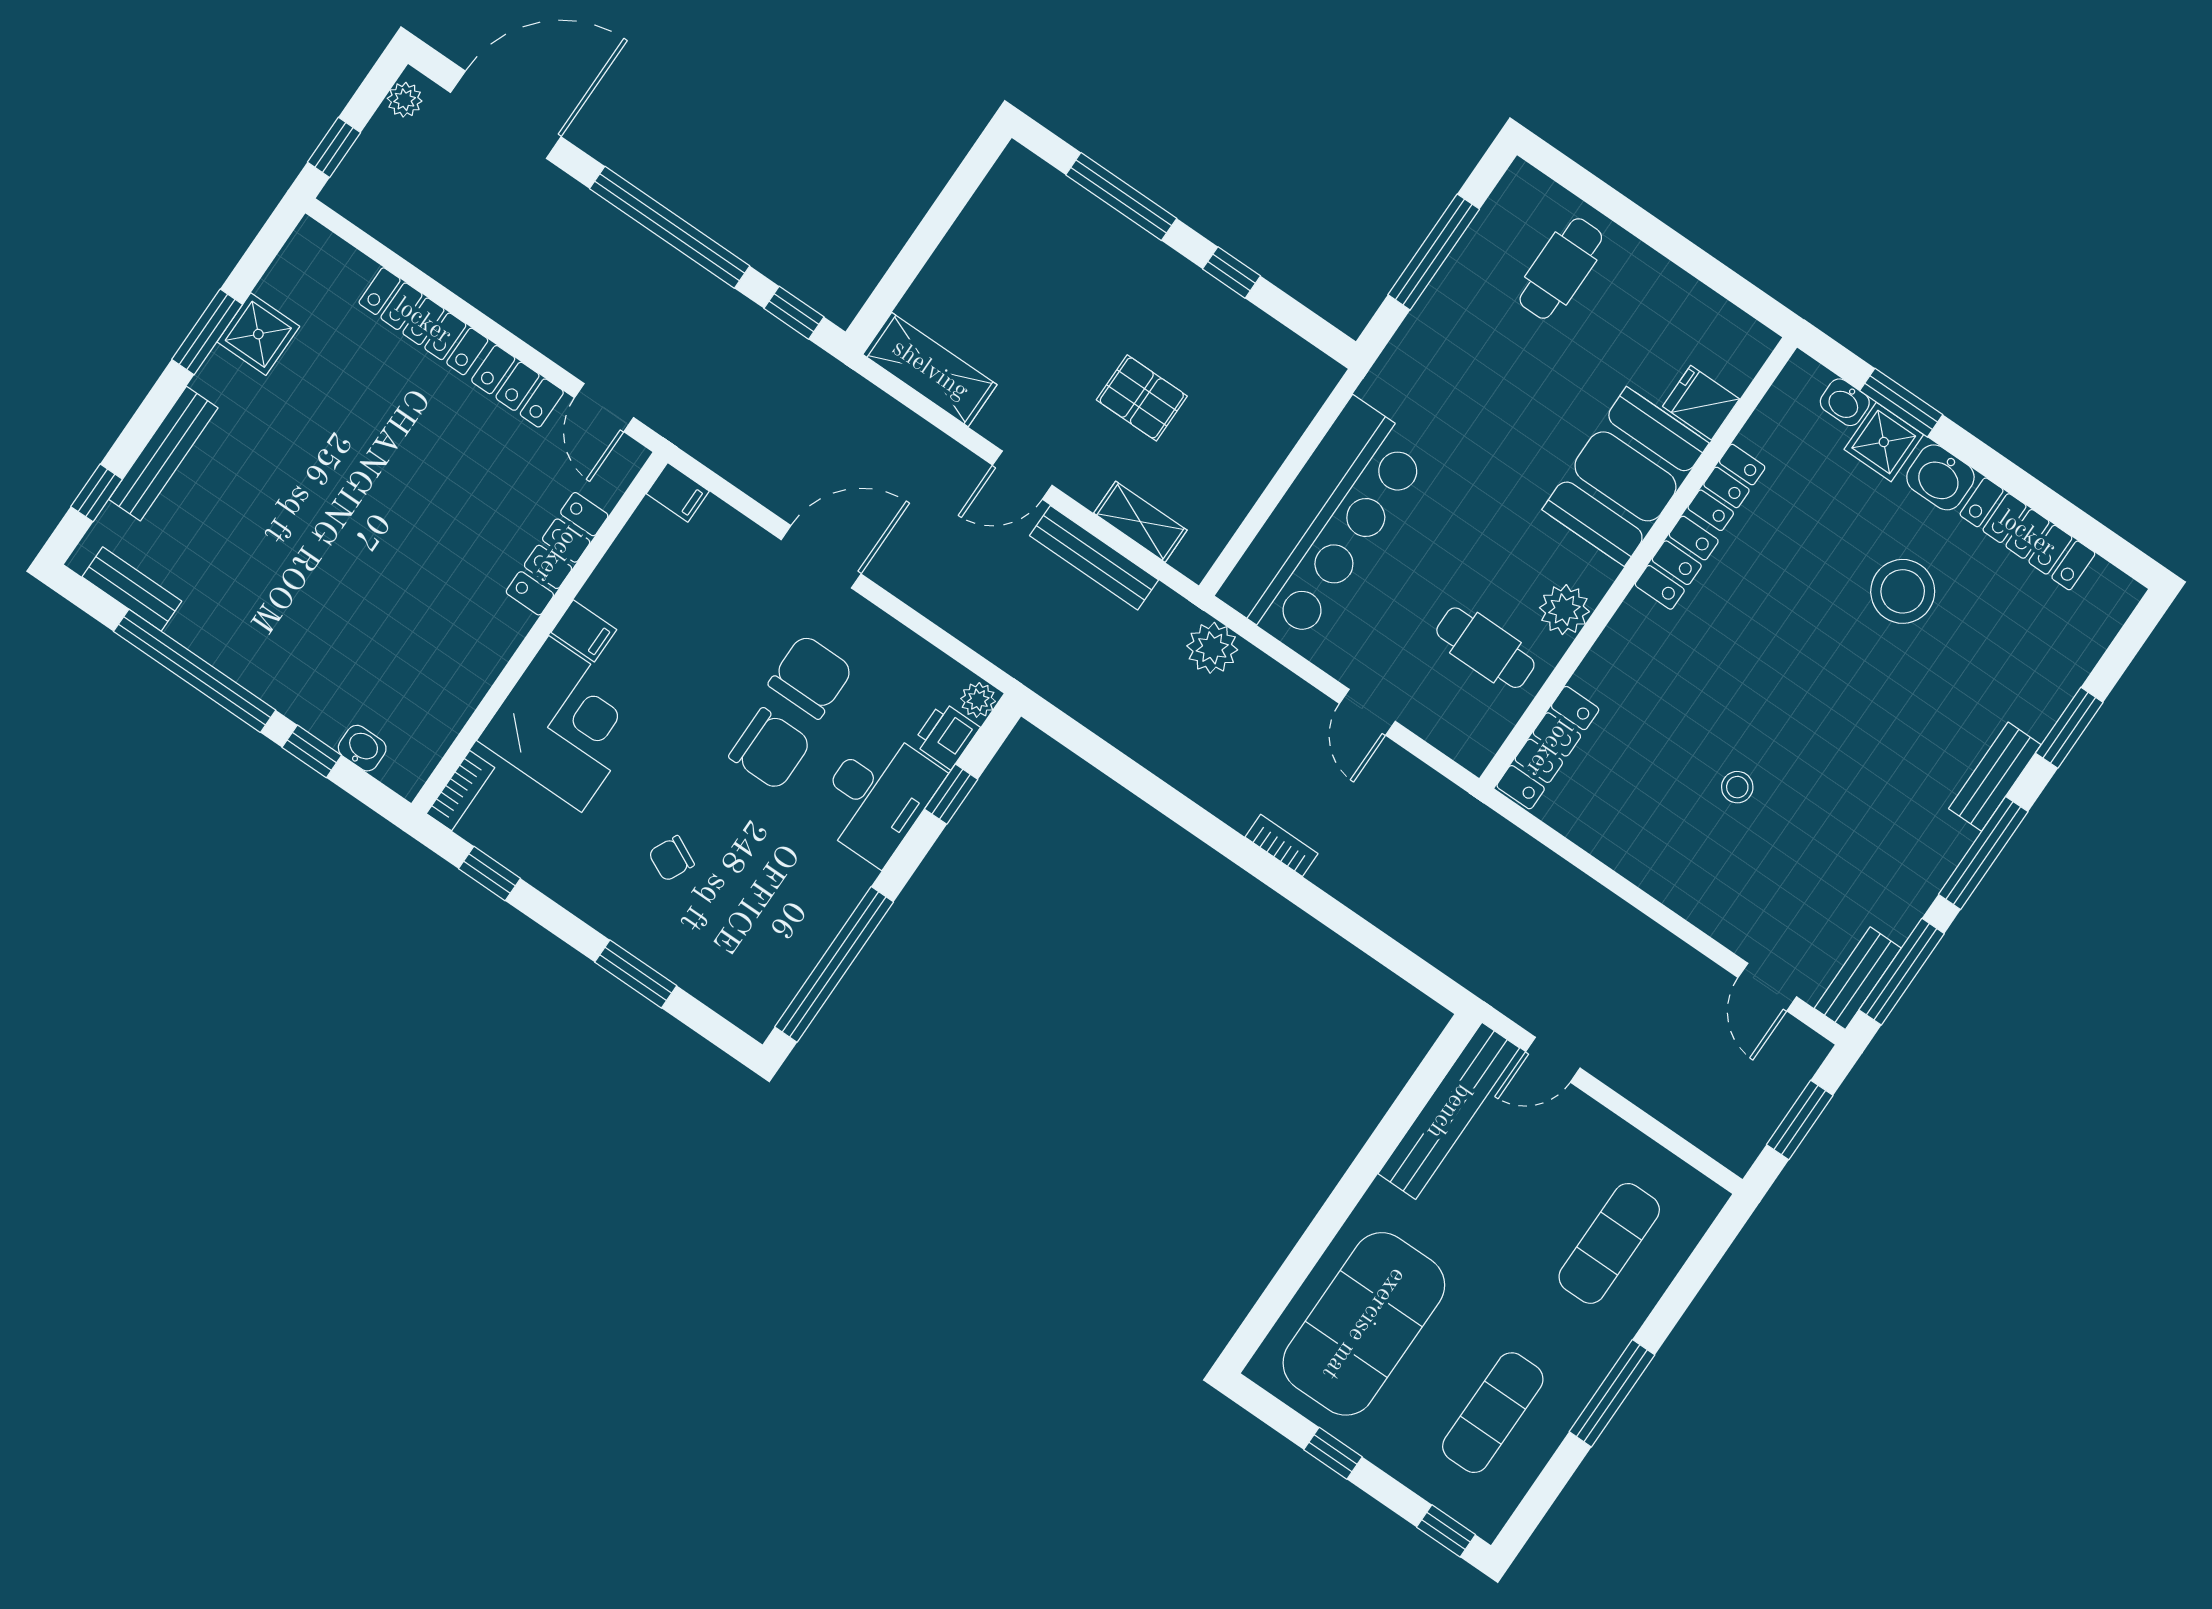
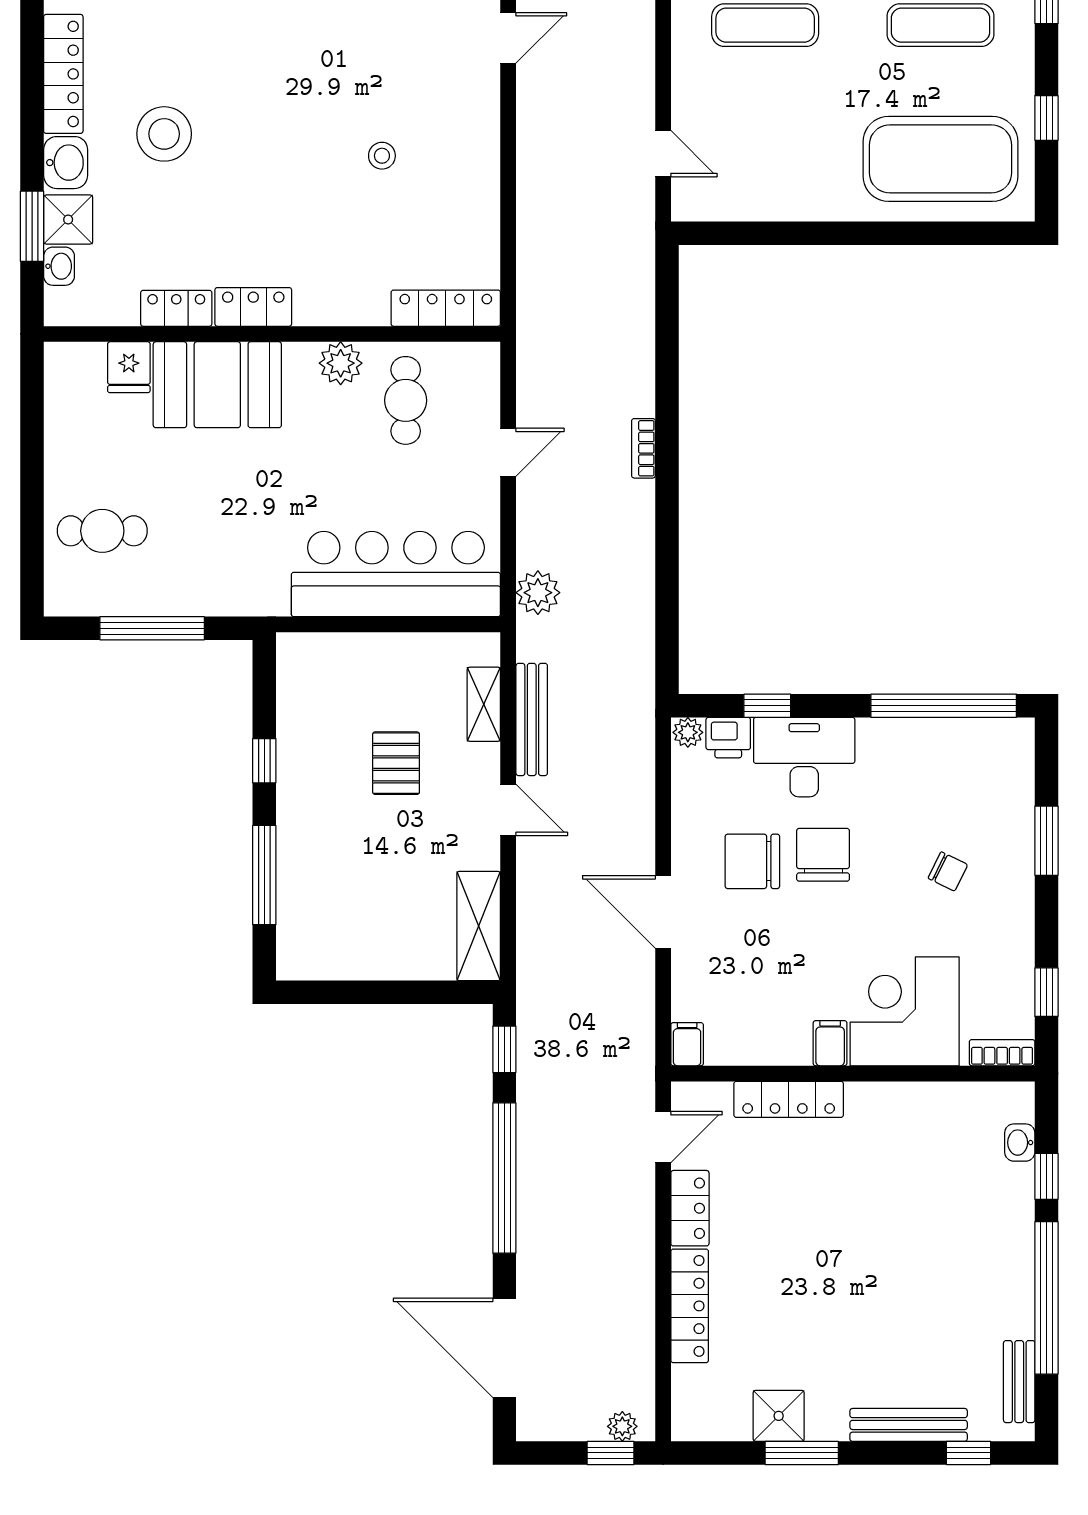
plant: (405, 100) -> (622, 1426), moved
bench: (1449, 1111) -> (749, 202), removed

